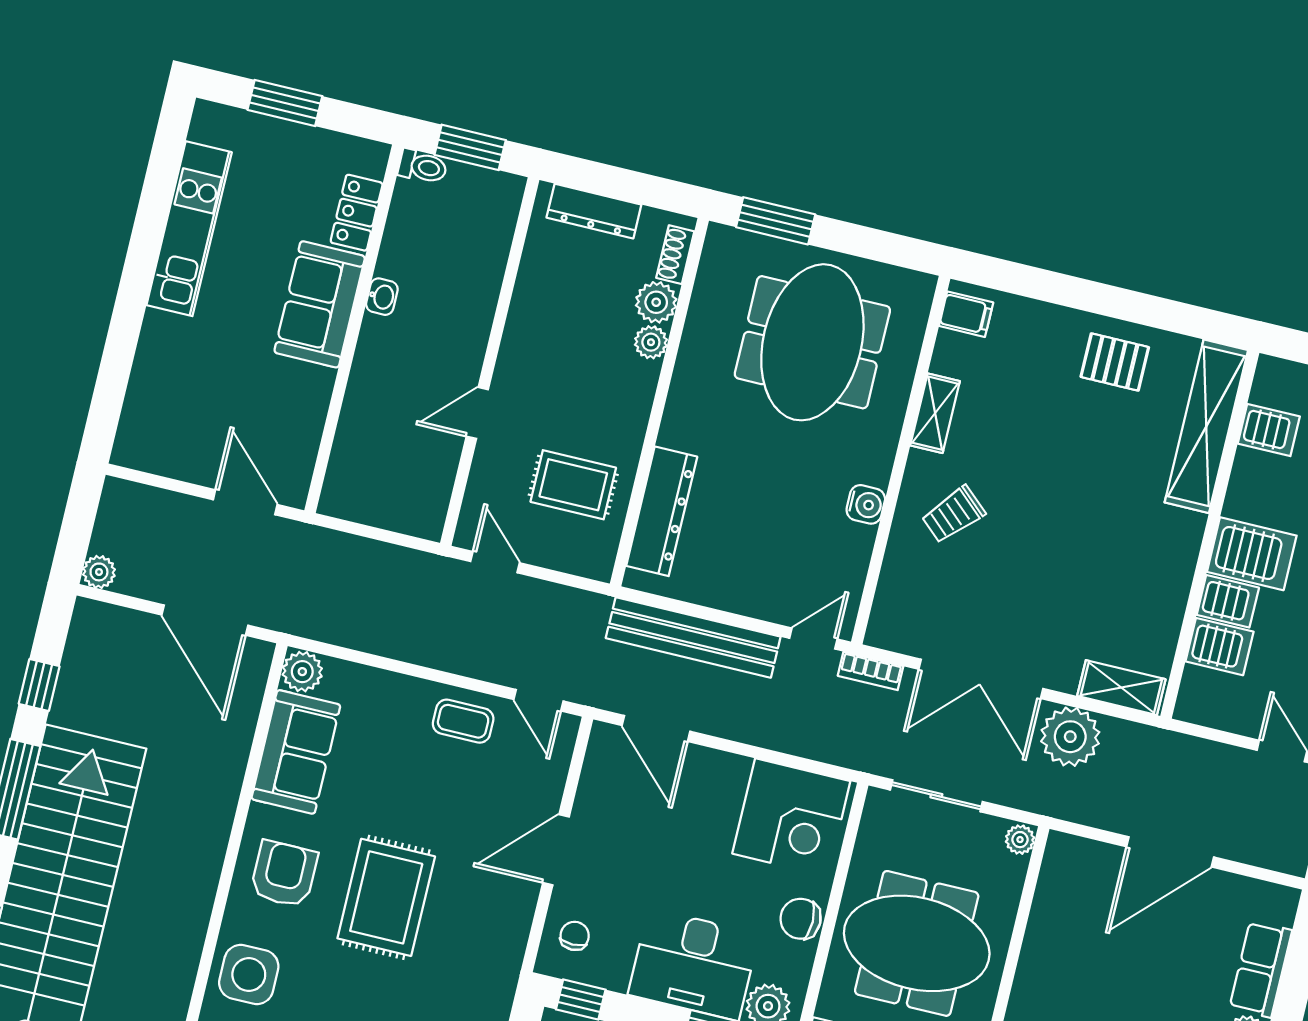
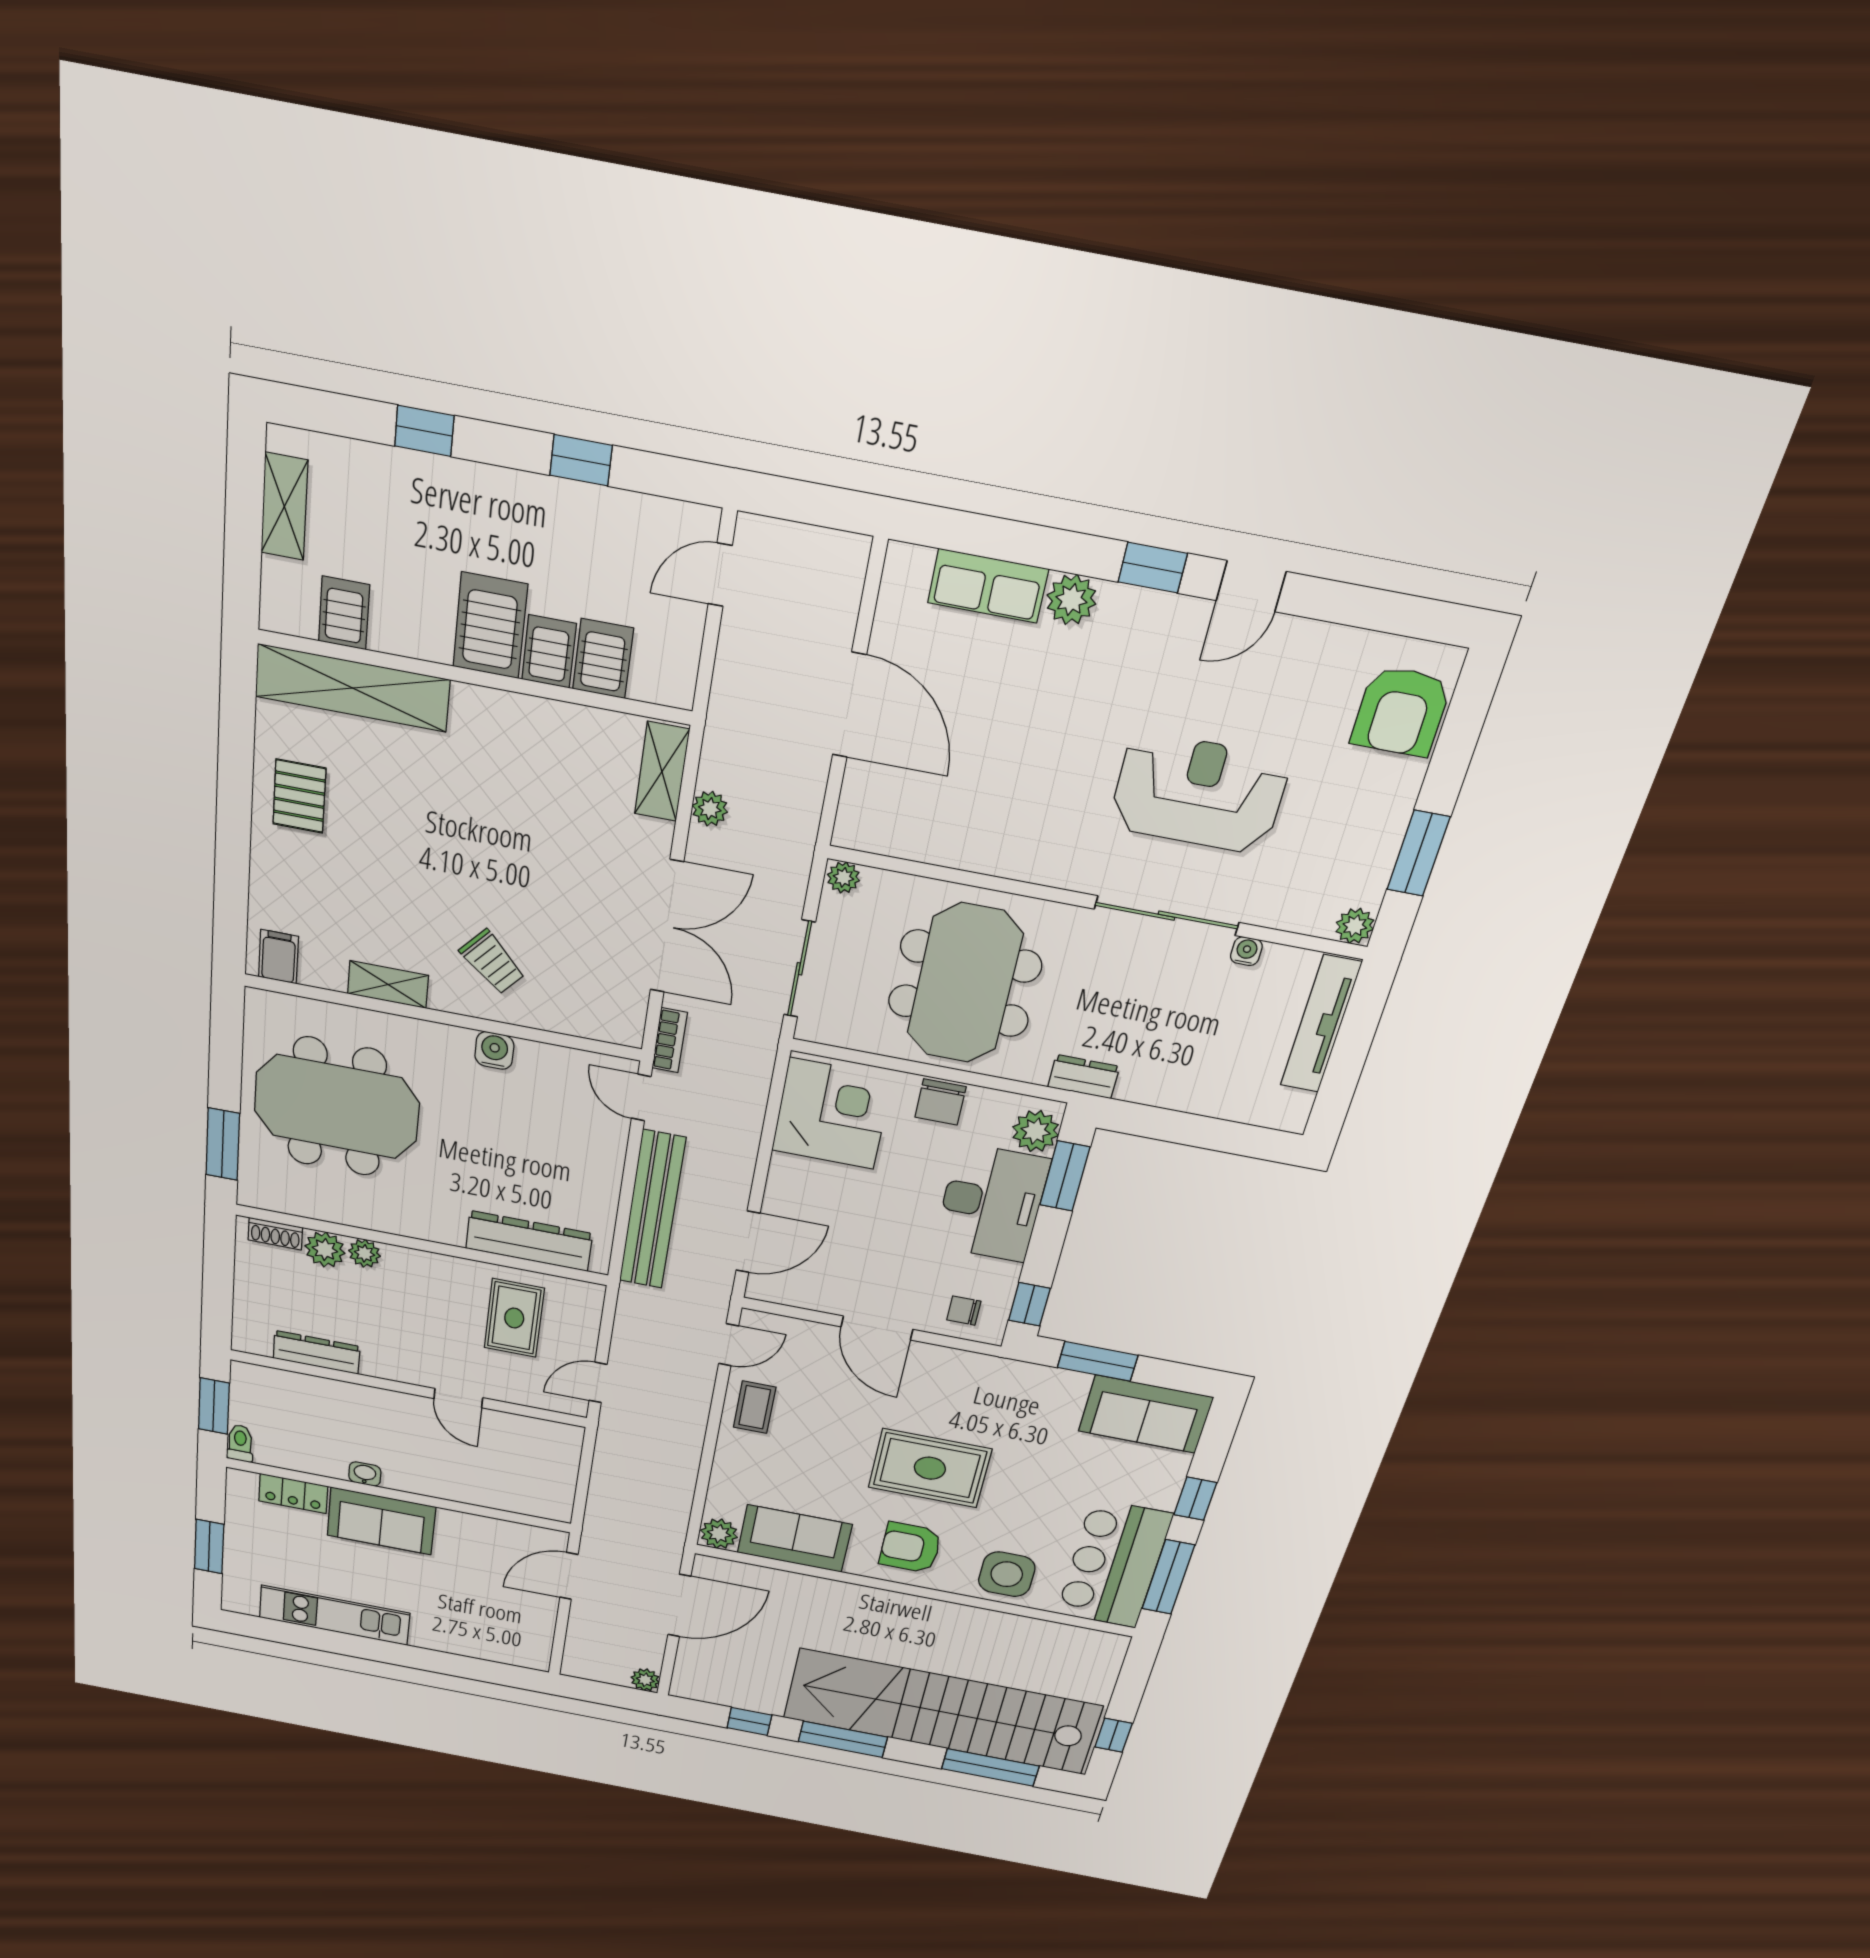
dresser: (594, 211) -> (317, 1352), moved, turned -90
plant: (1070, 737) -> (710, 809), width x0.53, depth x0.53

